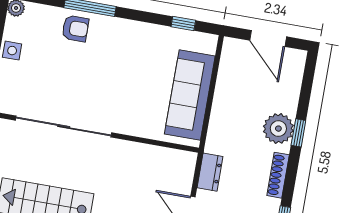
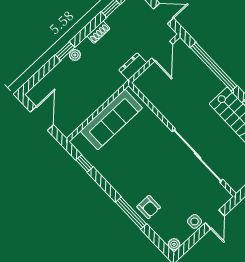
armchair: (75, 28) -> (149, 207), turned 180
plant: (278, 129) -> (75, 55), width x0.53, depth x0.53
shoe rack: (278, 175) -> (98, 32), width x0.70

